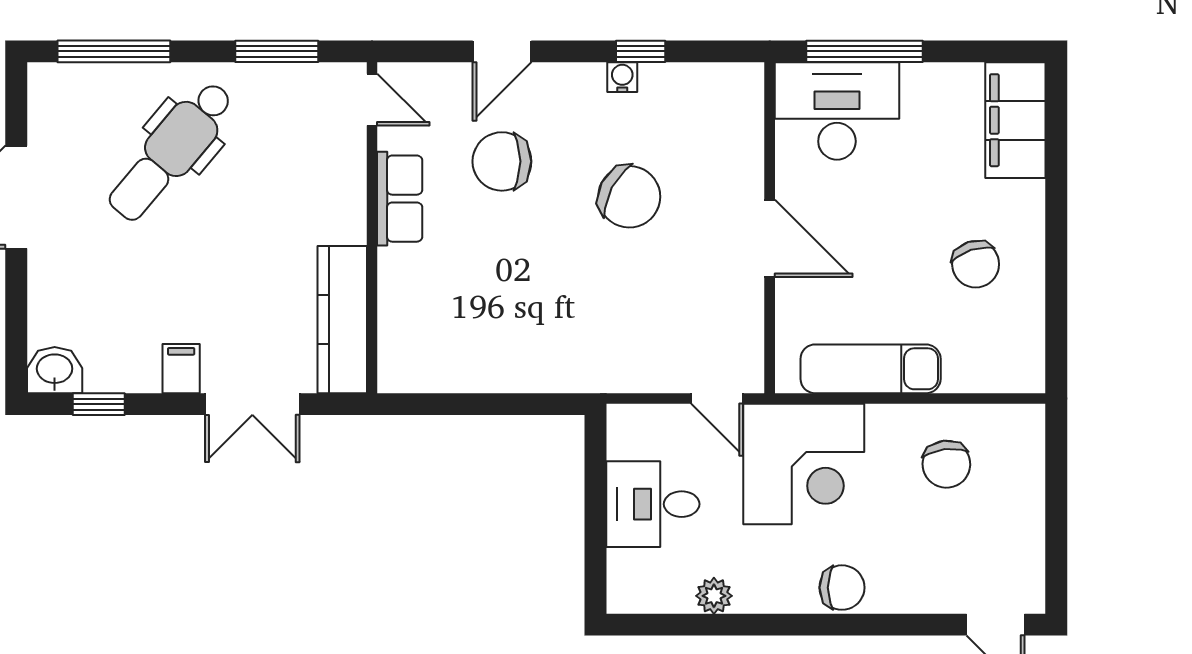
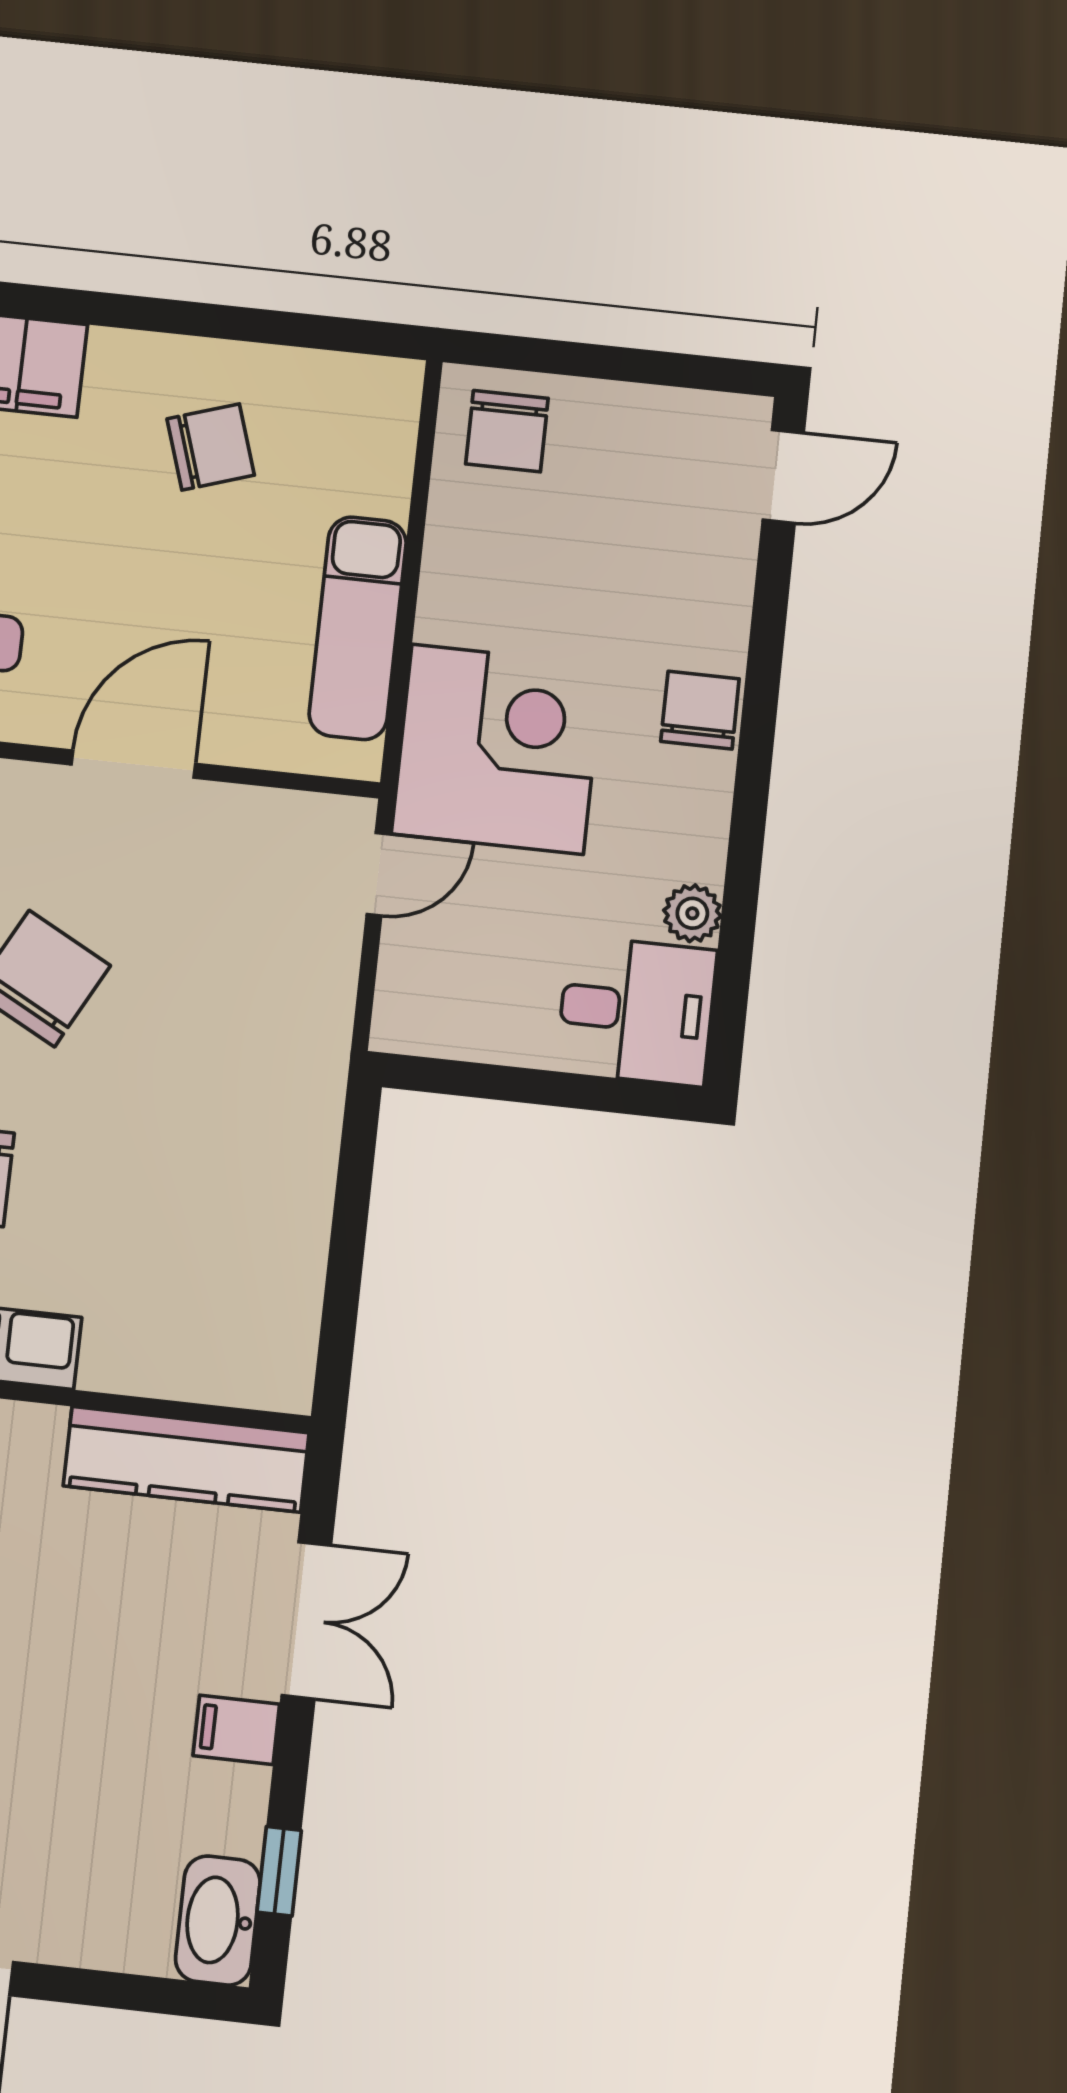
washbasin: (55, 370) -> (218, 1920), width x1.38
chair: (946, 464) -> (507, 431), moved, turned 97
desk: (653, 504) -> (636, 1011), moved, turned -90

